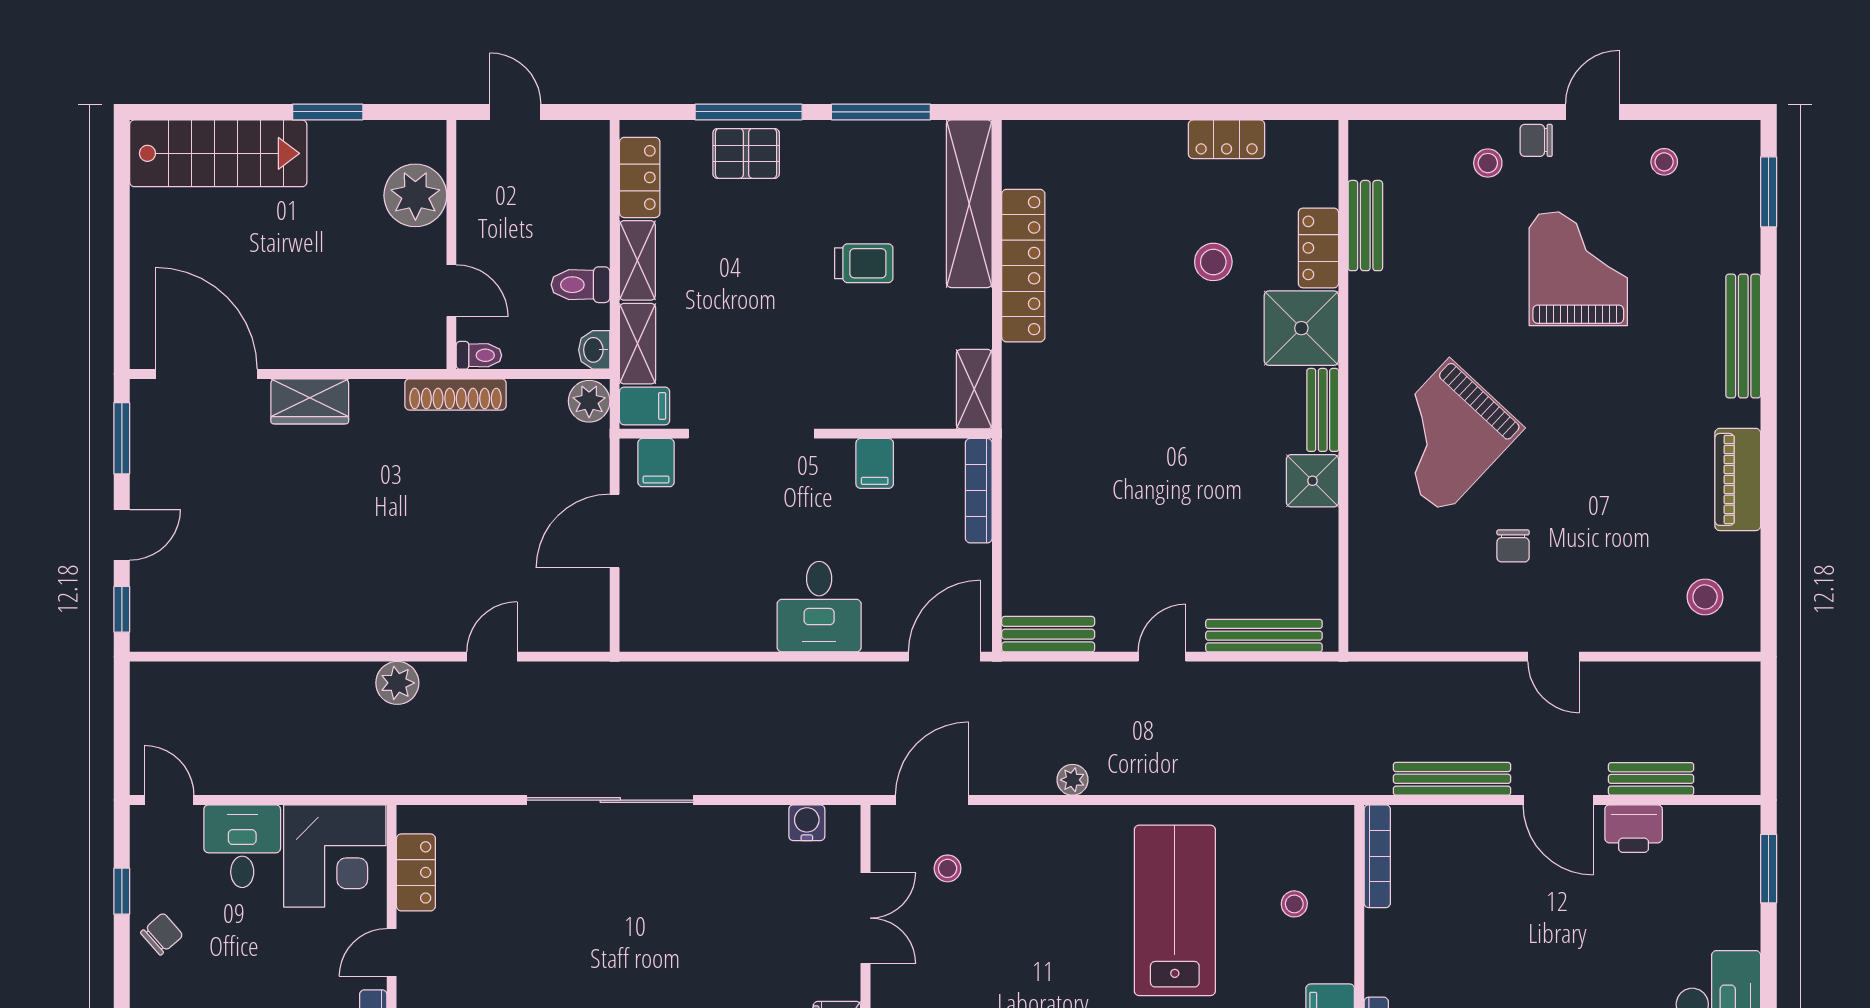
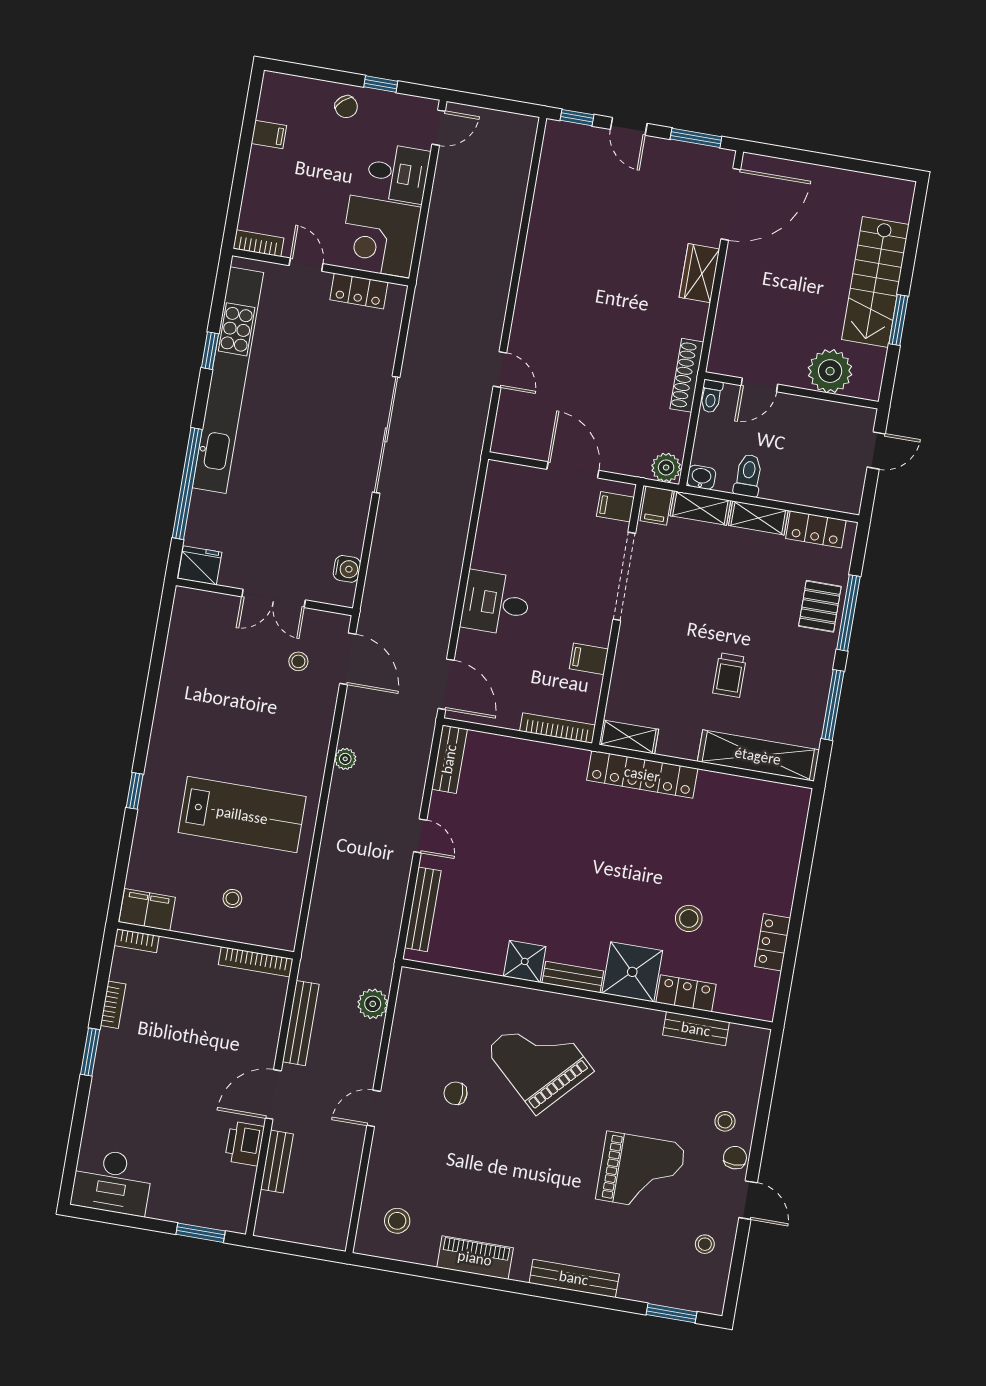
stairs: (218, 153) -> (875, 282), moved
locker: (1023, 266) -> (642, 774), moved
plant: (397, 683) -> (373, 1004), moved

